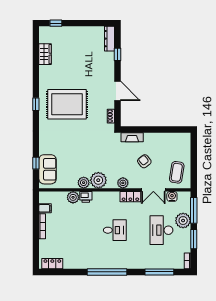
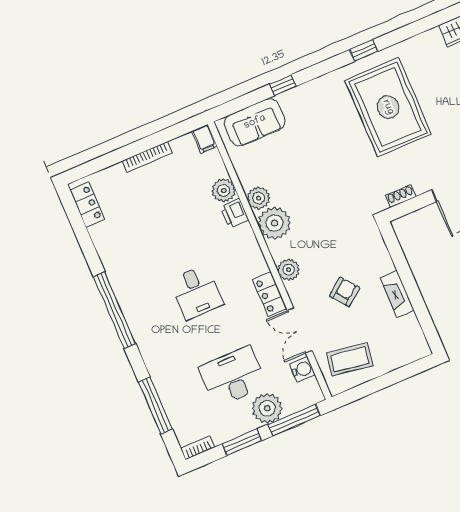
fireplace: (132, 137) -> (397, 294), moved
window: (36, 163) -> (283, 85), moved
filing cabinet: (45, 208) -> (204, 139), moved

